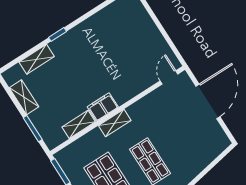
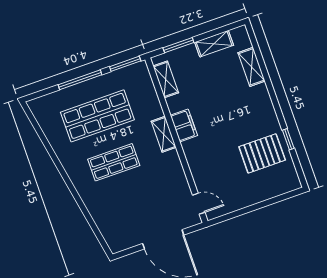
pallet: (111, 32) -> (262, 153), added
window: (57, 34) -> (288, 139), moved
shelving: (79, 124) -> (166, 79), moved

